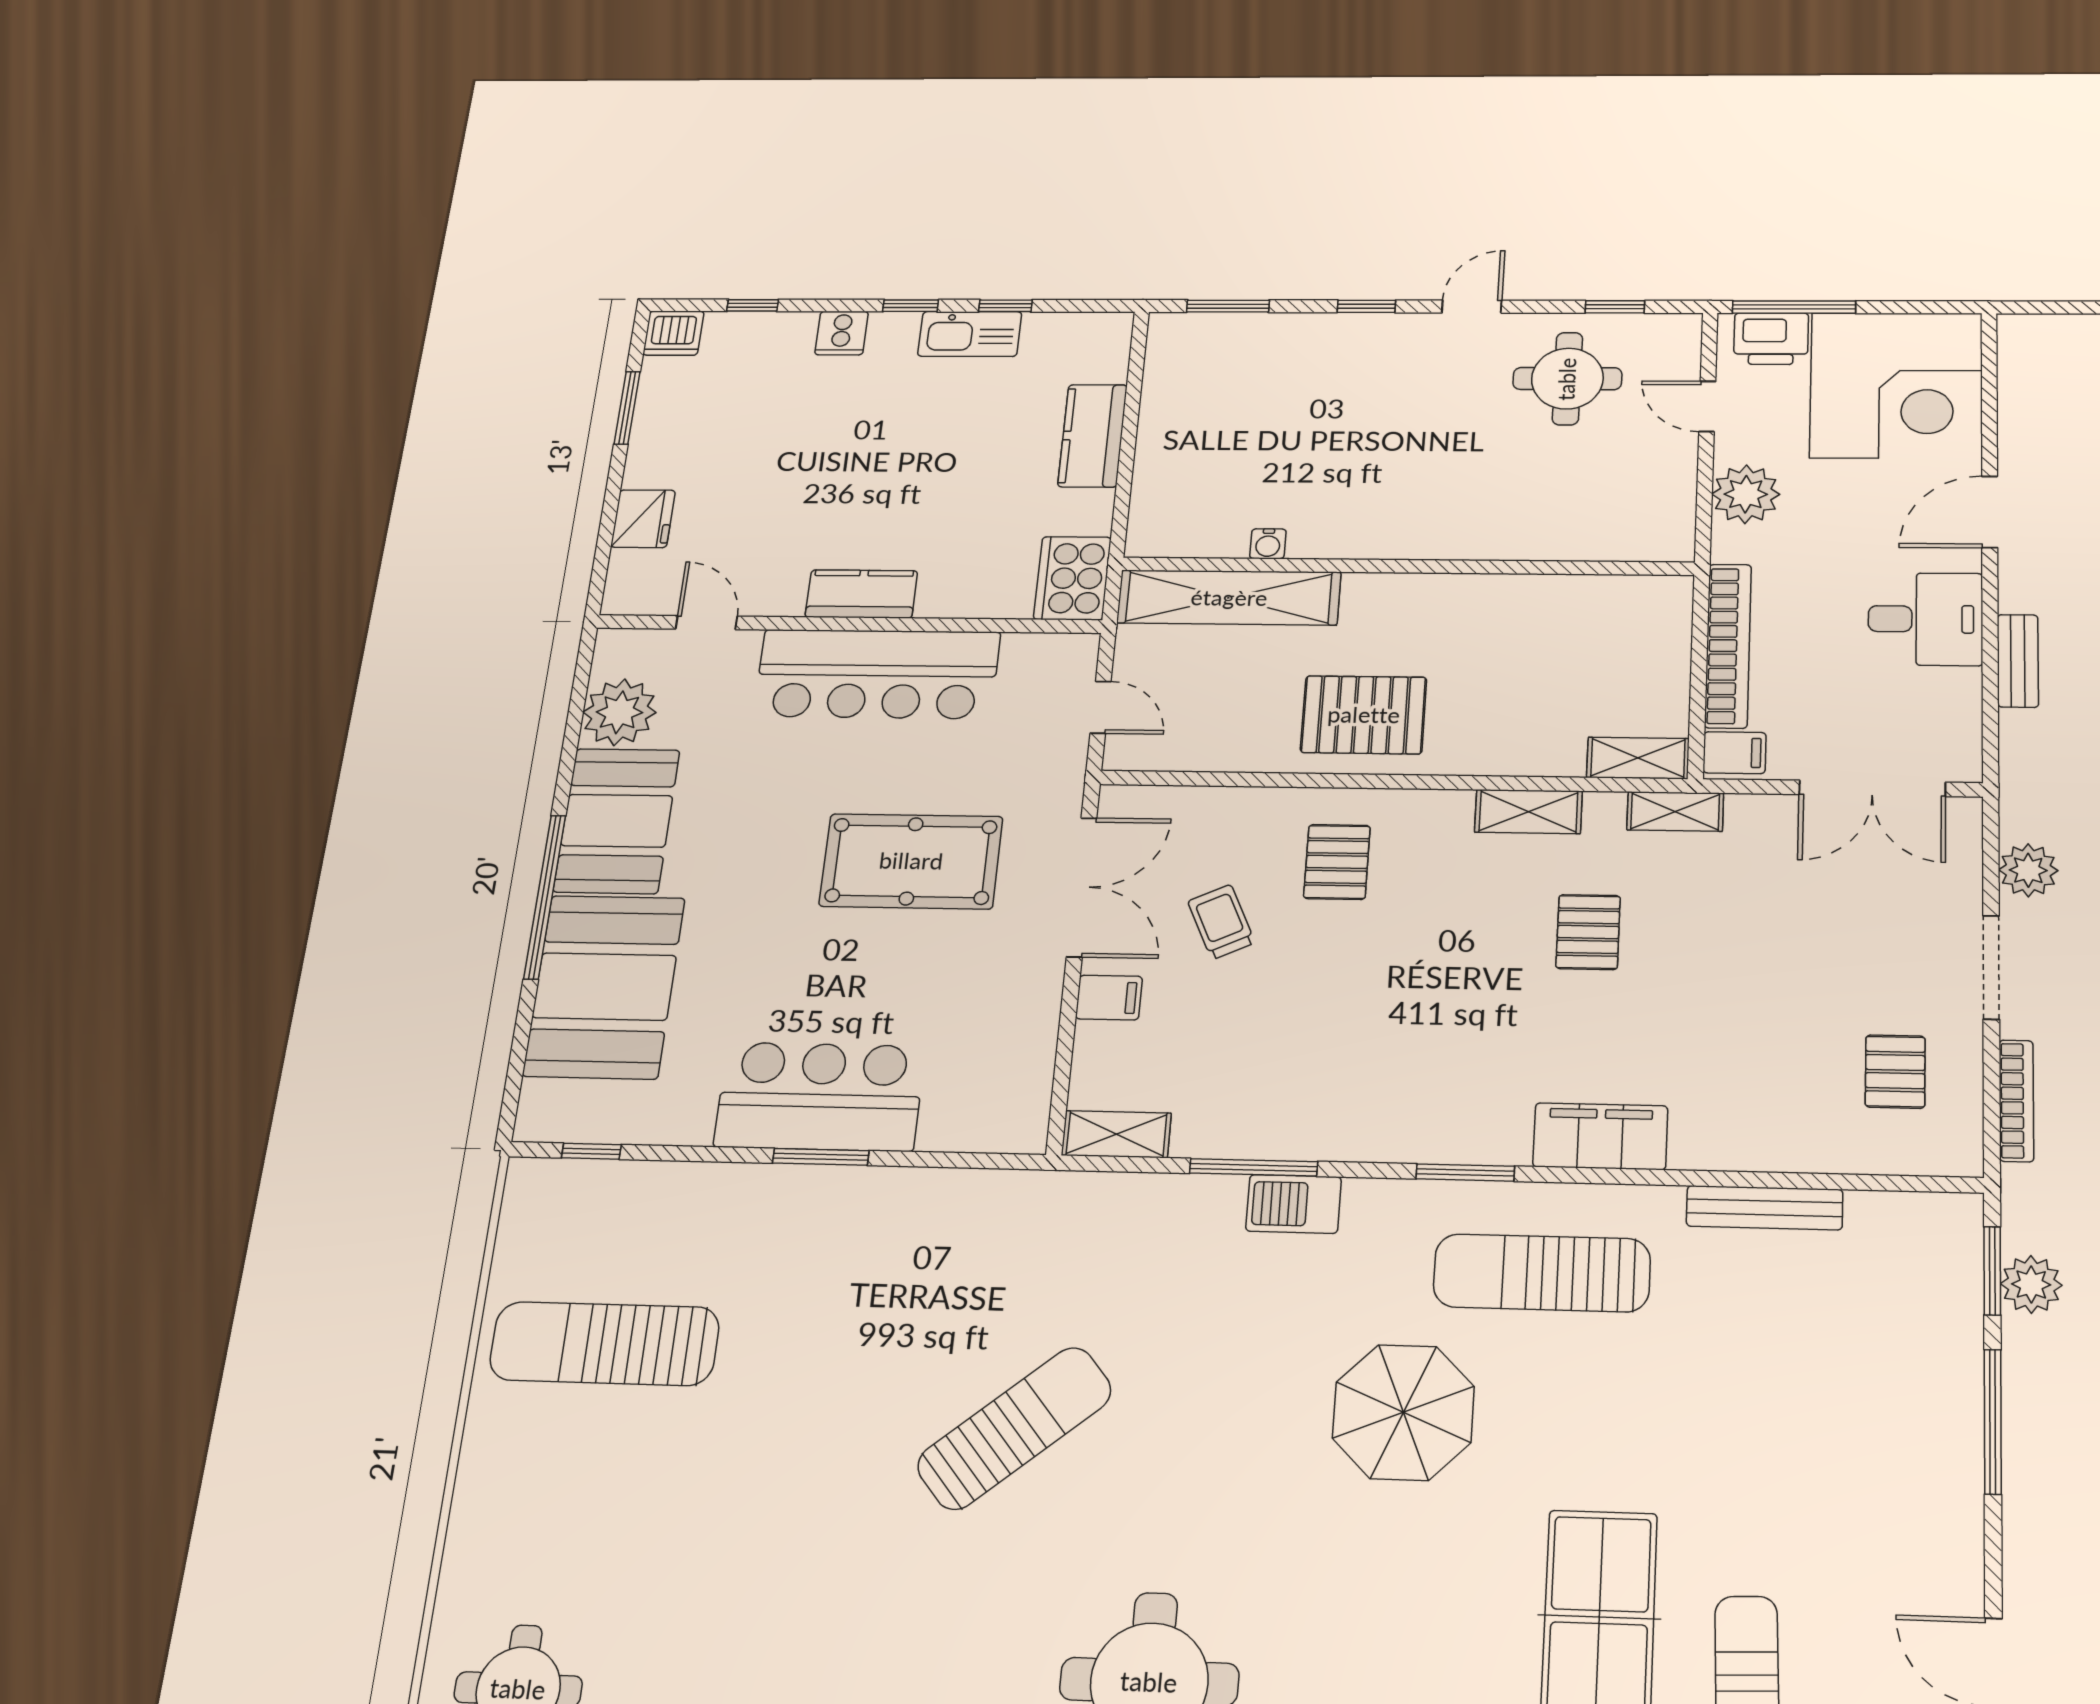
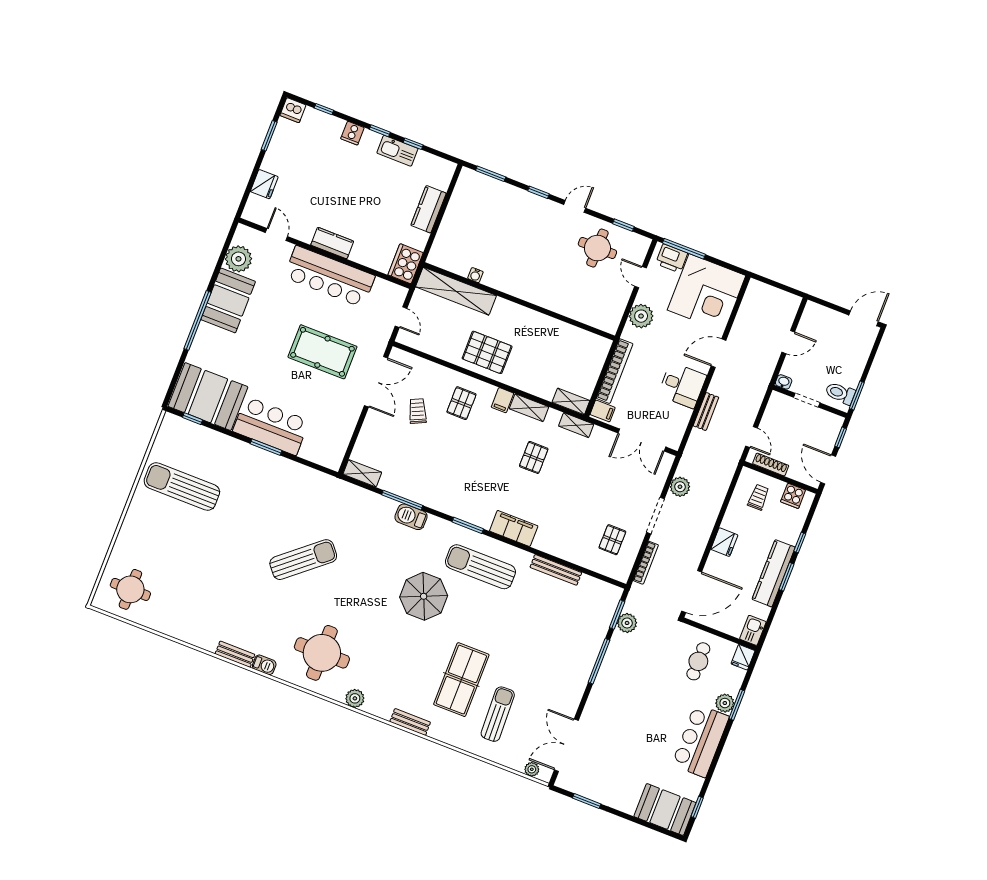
booth: (604, 987) -> (208, 397), moved, turned 90
filing cabinet: (1109, 998) -> (502, 400), moved, turned 90

